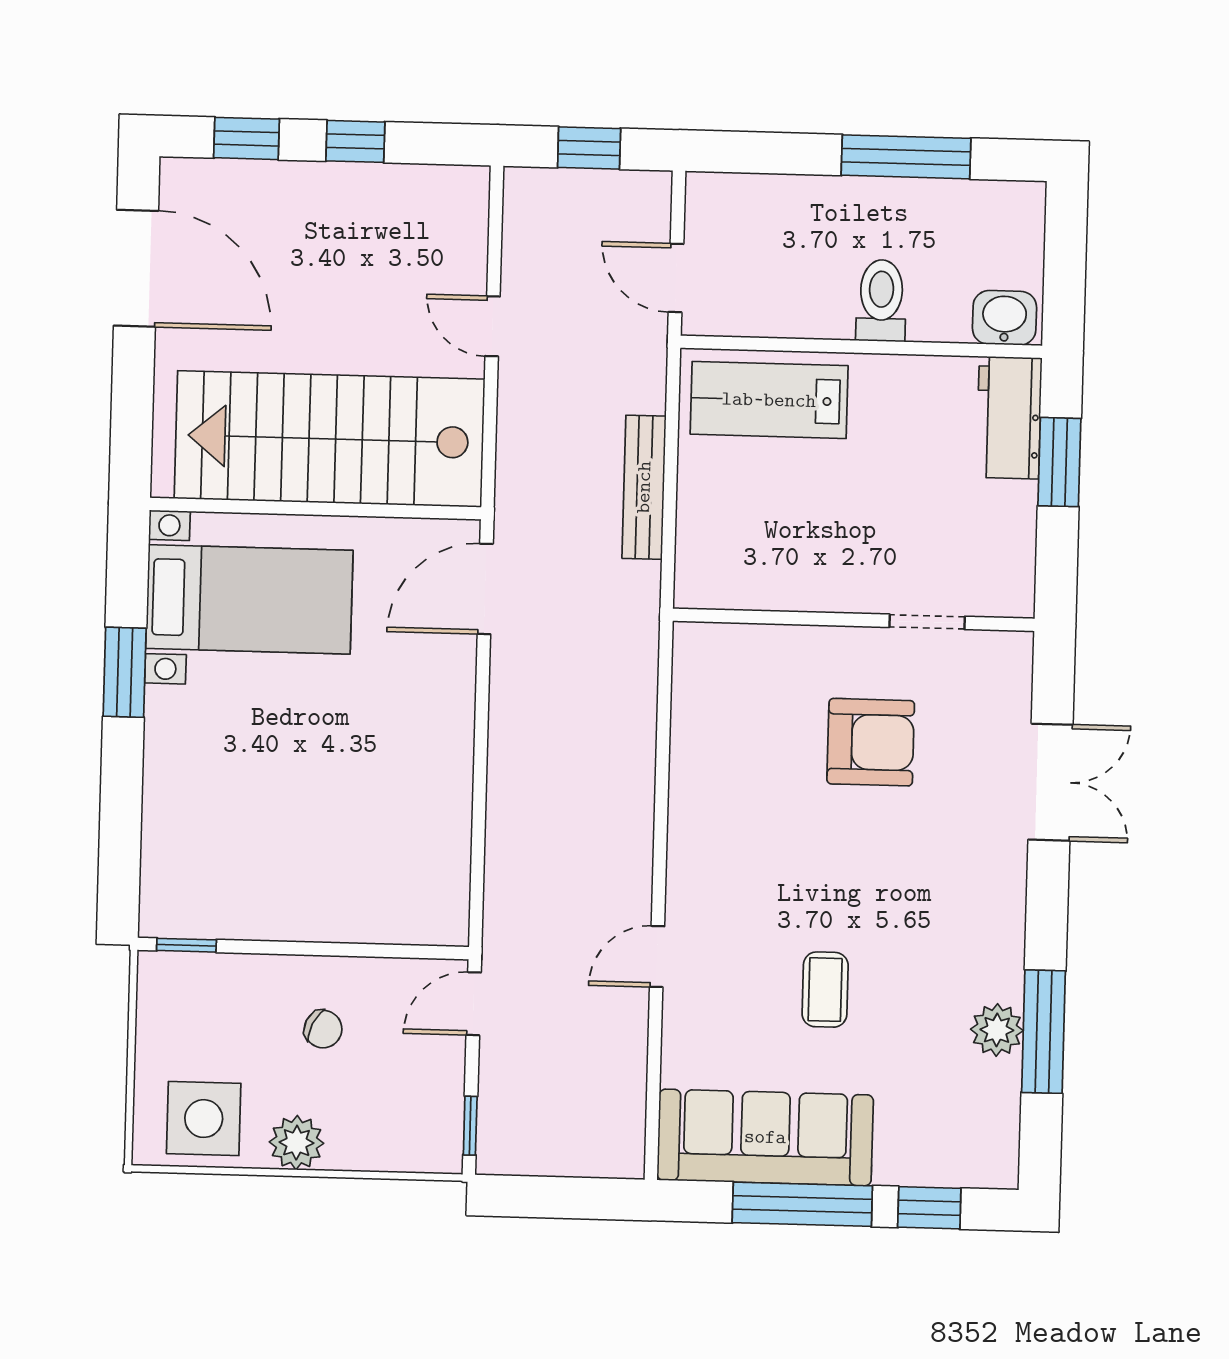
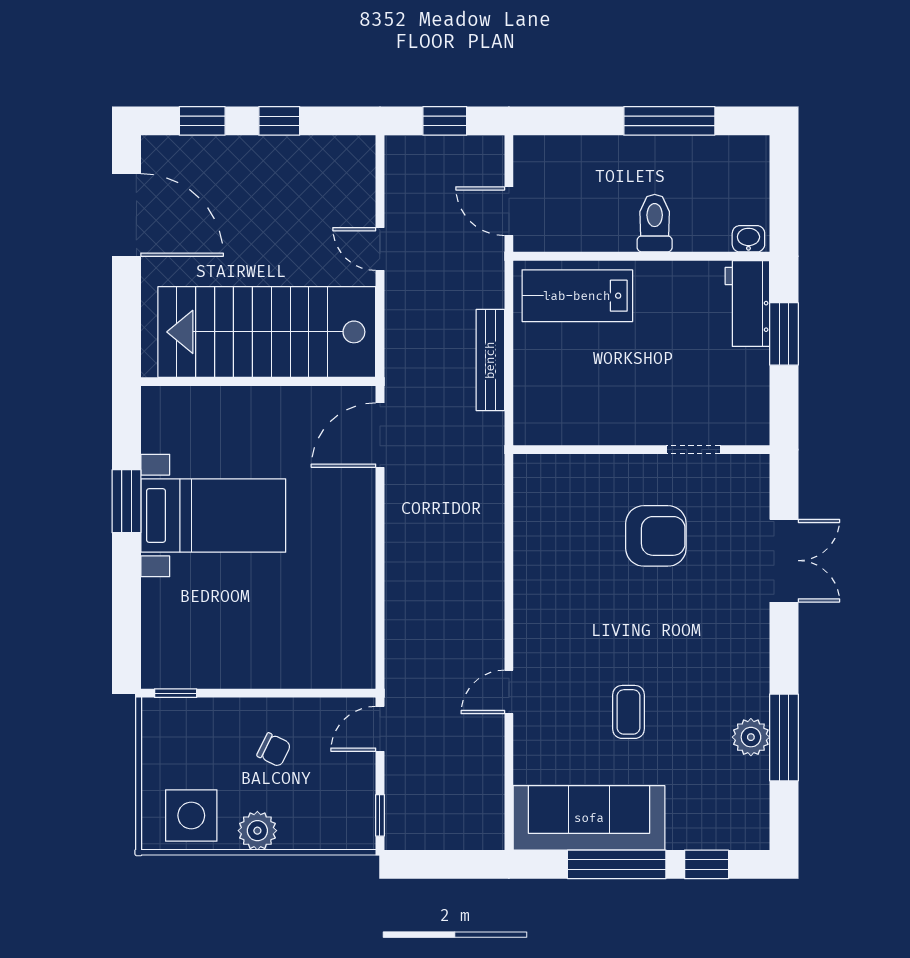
washbasin: (1004, 318) -> (748, 239), width x0.72, depth x0.69
bed with nightstands: (249, 599) -> (213, 515), moved

